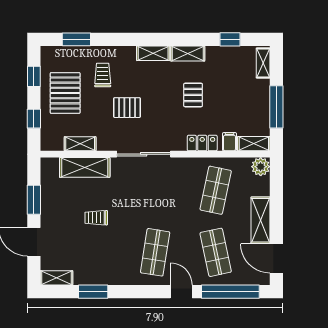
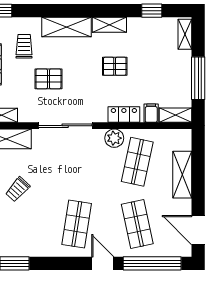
shelving: (153, 53) -> (66, 27), width x1.50, depth x1.33
pallet: (193, 95) -> (115, 66), turned 90
plant: (261, 167) -> (114, 138), moved
trolley: (96, 218) -> (18, 189), turned -48
shelving: (261, 220) -> (182, 175), moved

